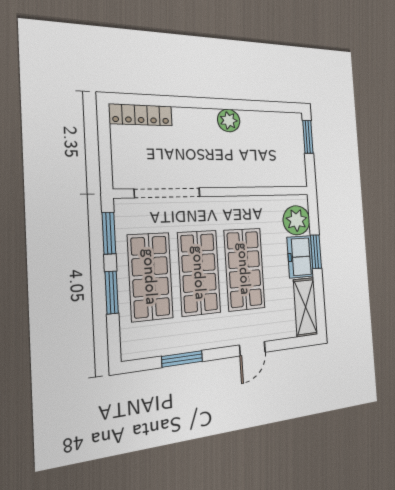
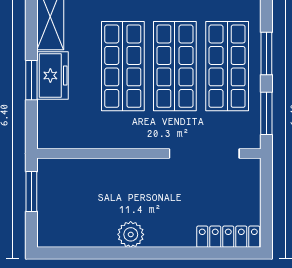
window: (308, 137) -> (31, 192), moved
plant: (297, 220) -> (54, 118), removed

